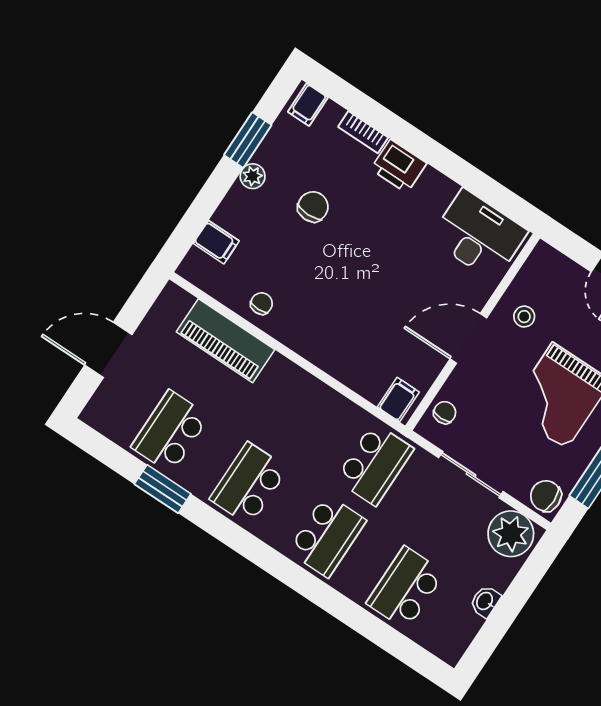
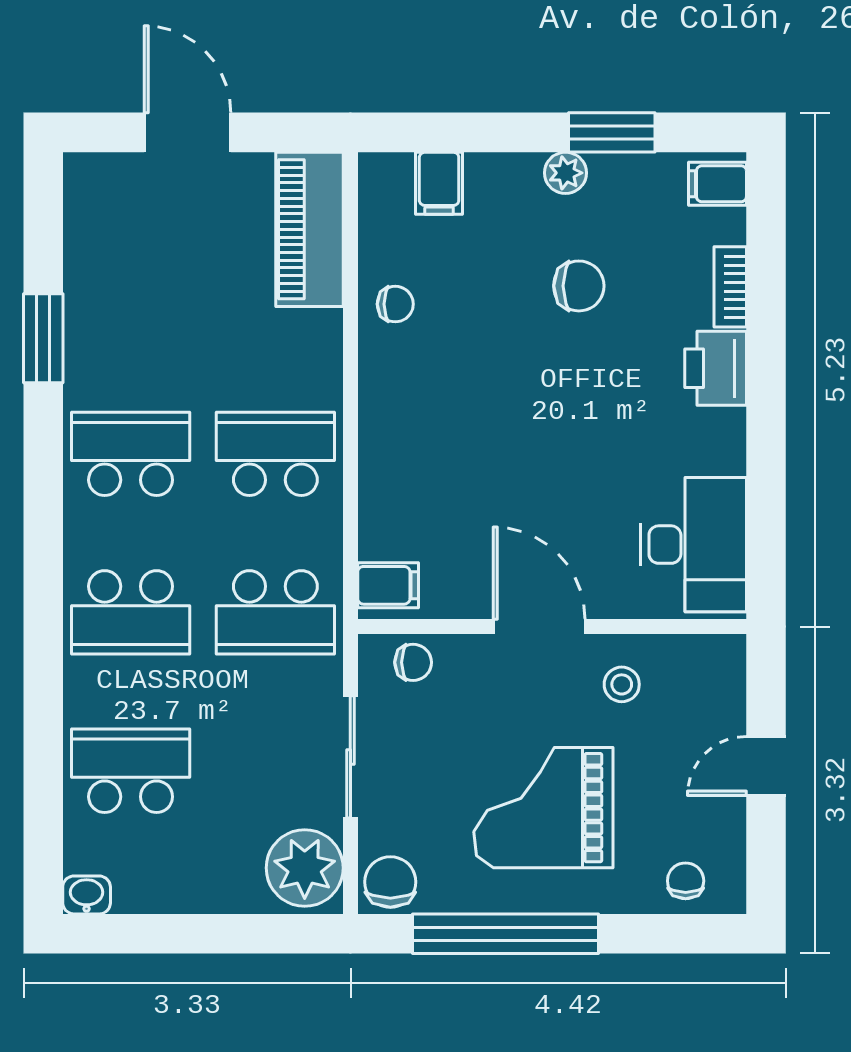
piano: (226, 341) -> (310, 229), moved
school desk: (170, 432) -> (275, 454), moved
washbasin: (485, 601) -> (87, 895), moved

